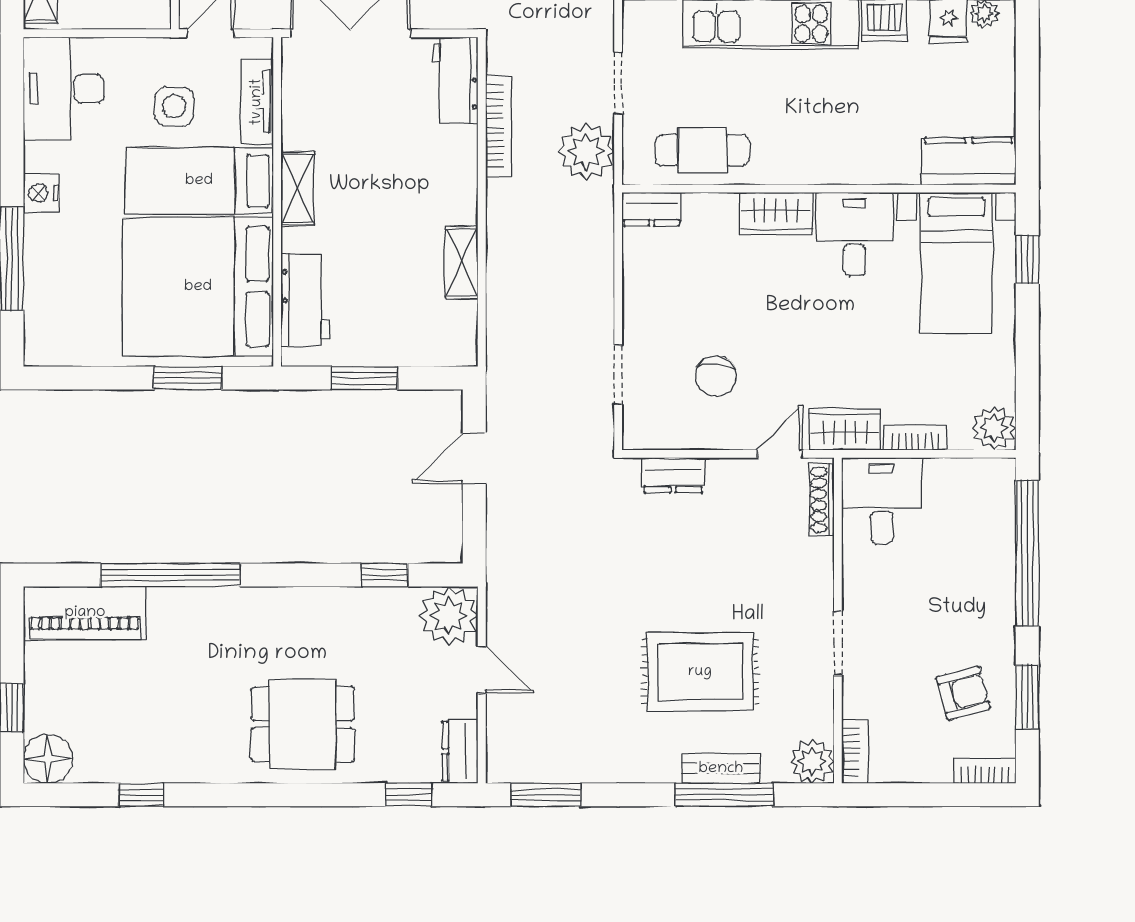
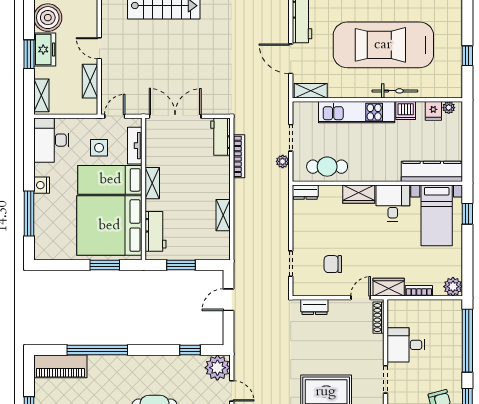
plant: (586, 151) -> (283, 161), width x0.53, depth x0.53
kitchen counter: (969, 161) -> (432, 171), width x1.50
chair: (716, 376) -> (333, 264), turned 86
desk: (882, 501) -> (406, 345), moved, turned -90

